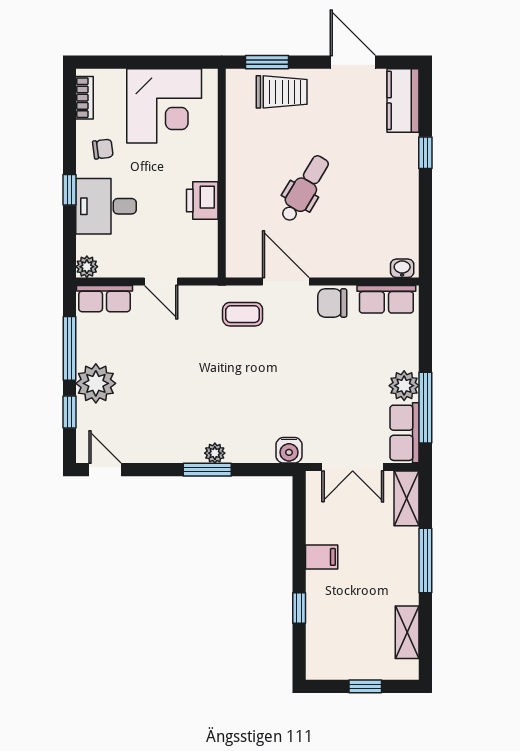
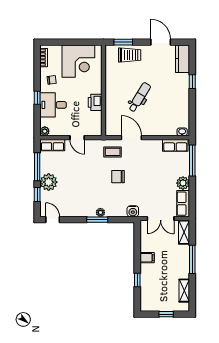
chair: (332, 303) -> (118, 177), moved
window: (425, 408) -> (192, 161), moved

